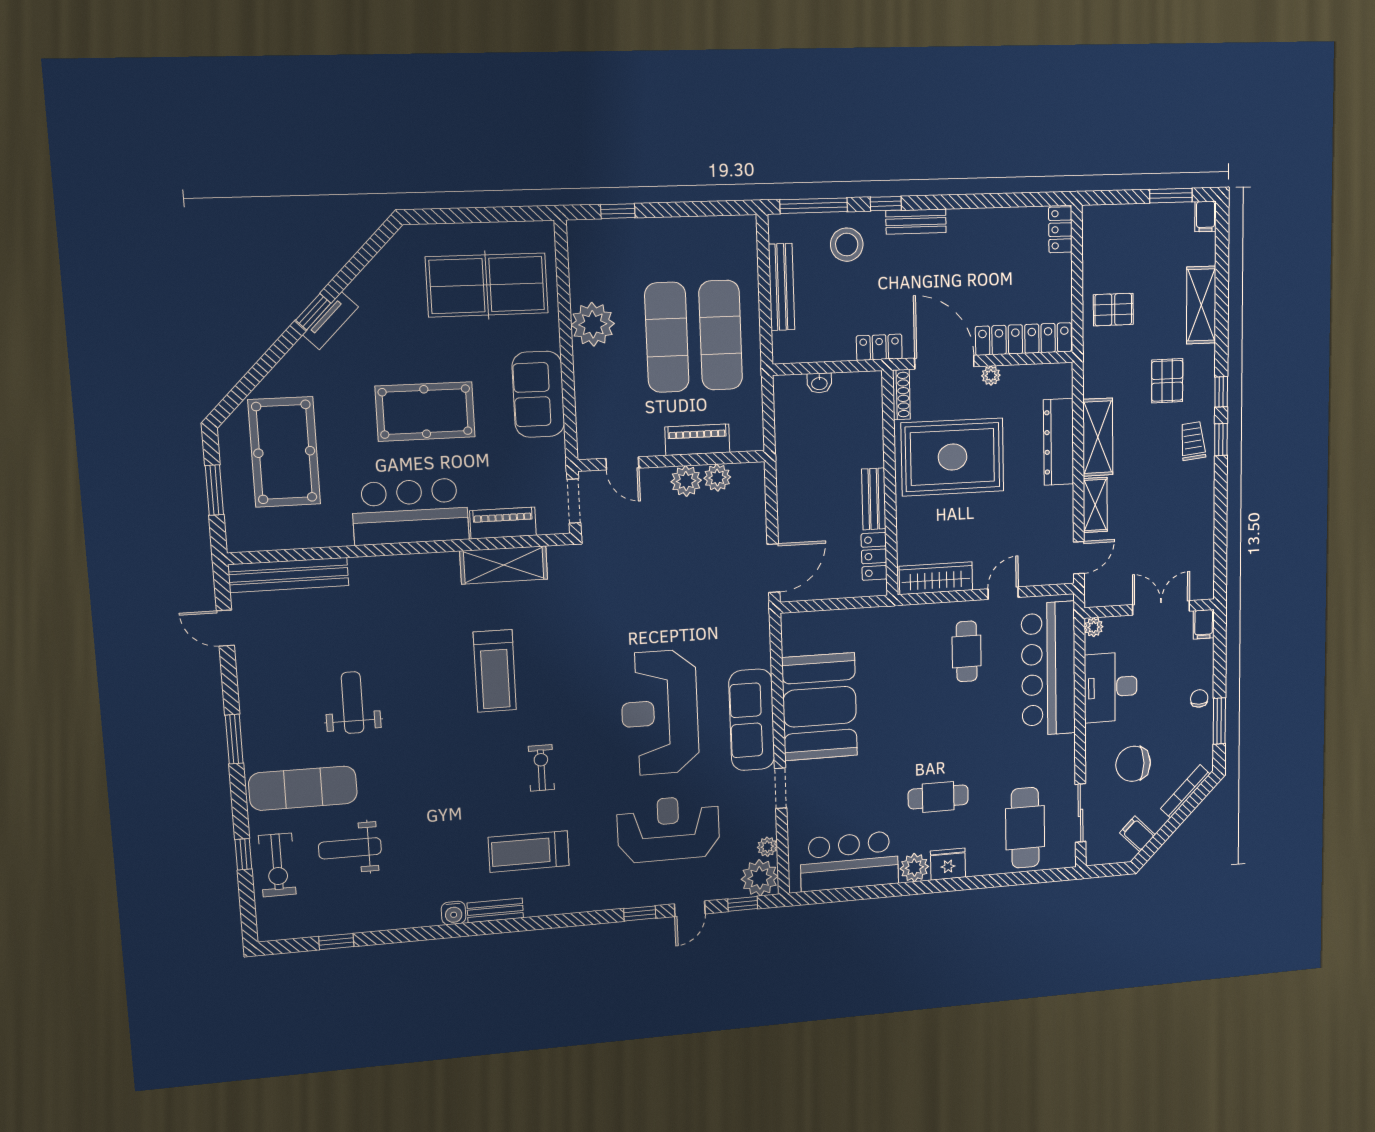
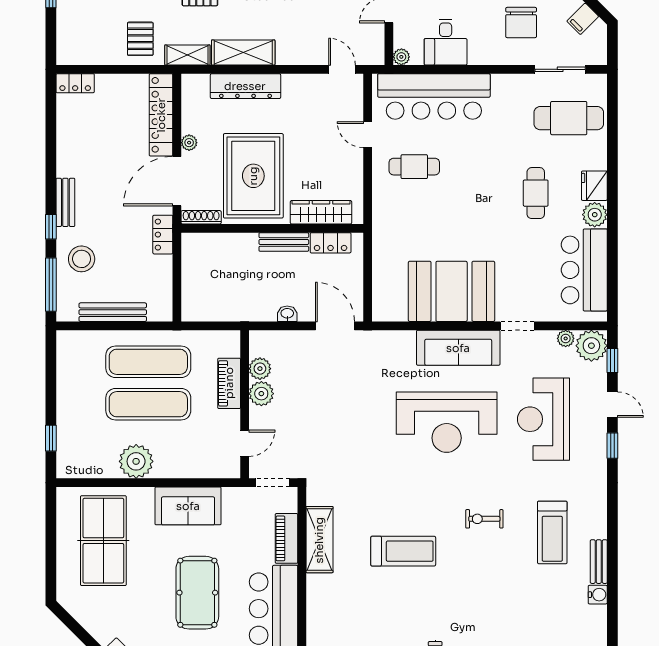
washbasin: (819, 383) -> (287, 314), moved, turned -90
shelving: (1095, 505) -> (187, 55), moved
wardrobe: (936, 578) -> (321, 212), moved, turned 90
desk: (1111, 687) -> (446, 42), width x0.73

